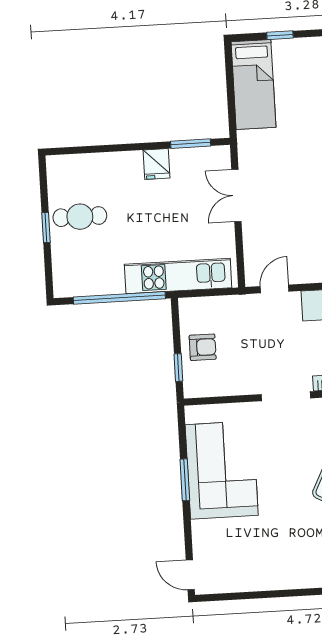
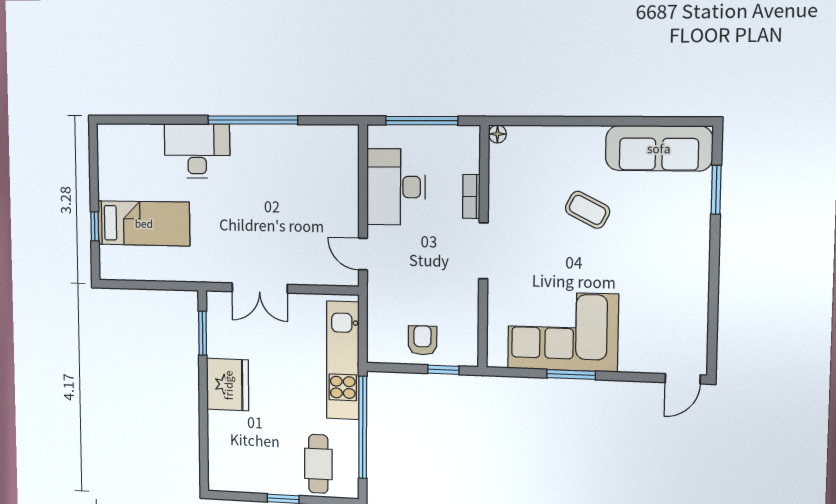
bed: (253, 84) -> (144, 223), moved
fridge: (156, 164) -> (228, 385), width x1.88, depth x1.34
cafe table: (80, 217) -> (318, 464), moved

